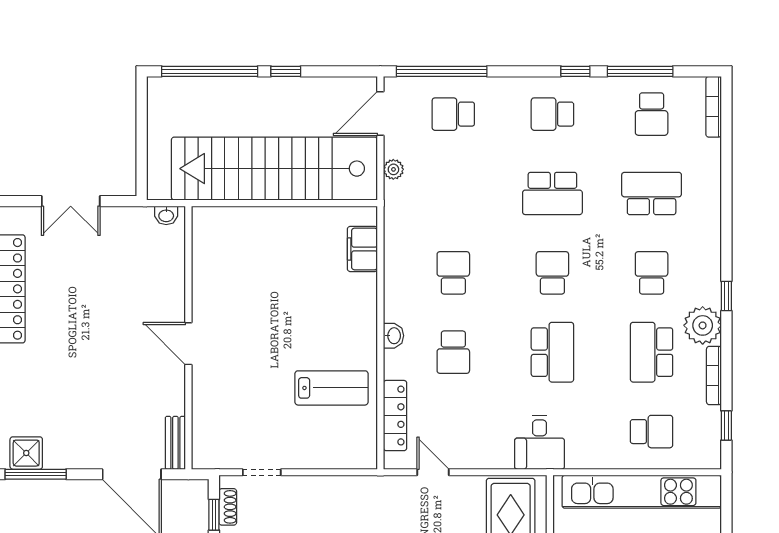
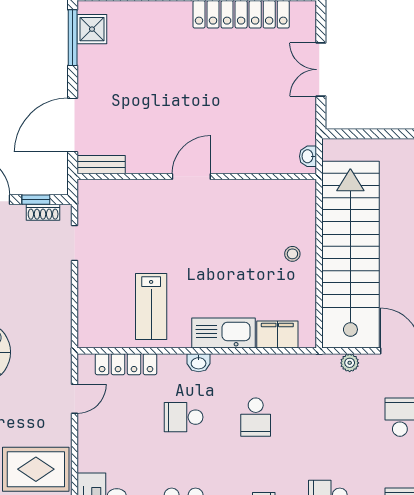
stool: (274, 232) -> (292, 254), added
school desk: (453, 273) -> (256, 417), turned 90
kitchen sink: (361, 308) -> (223, 333), added

